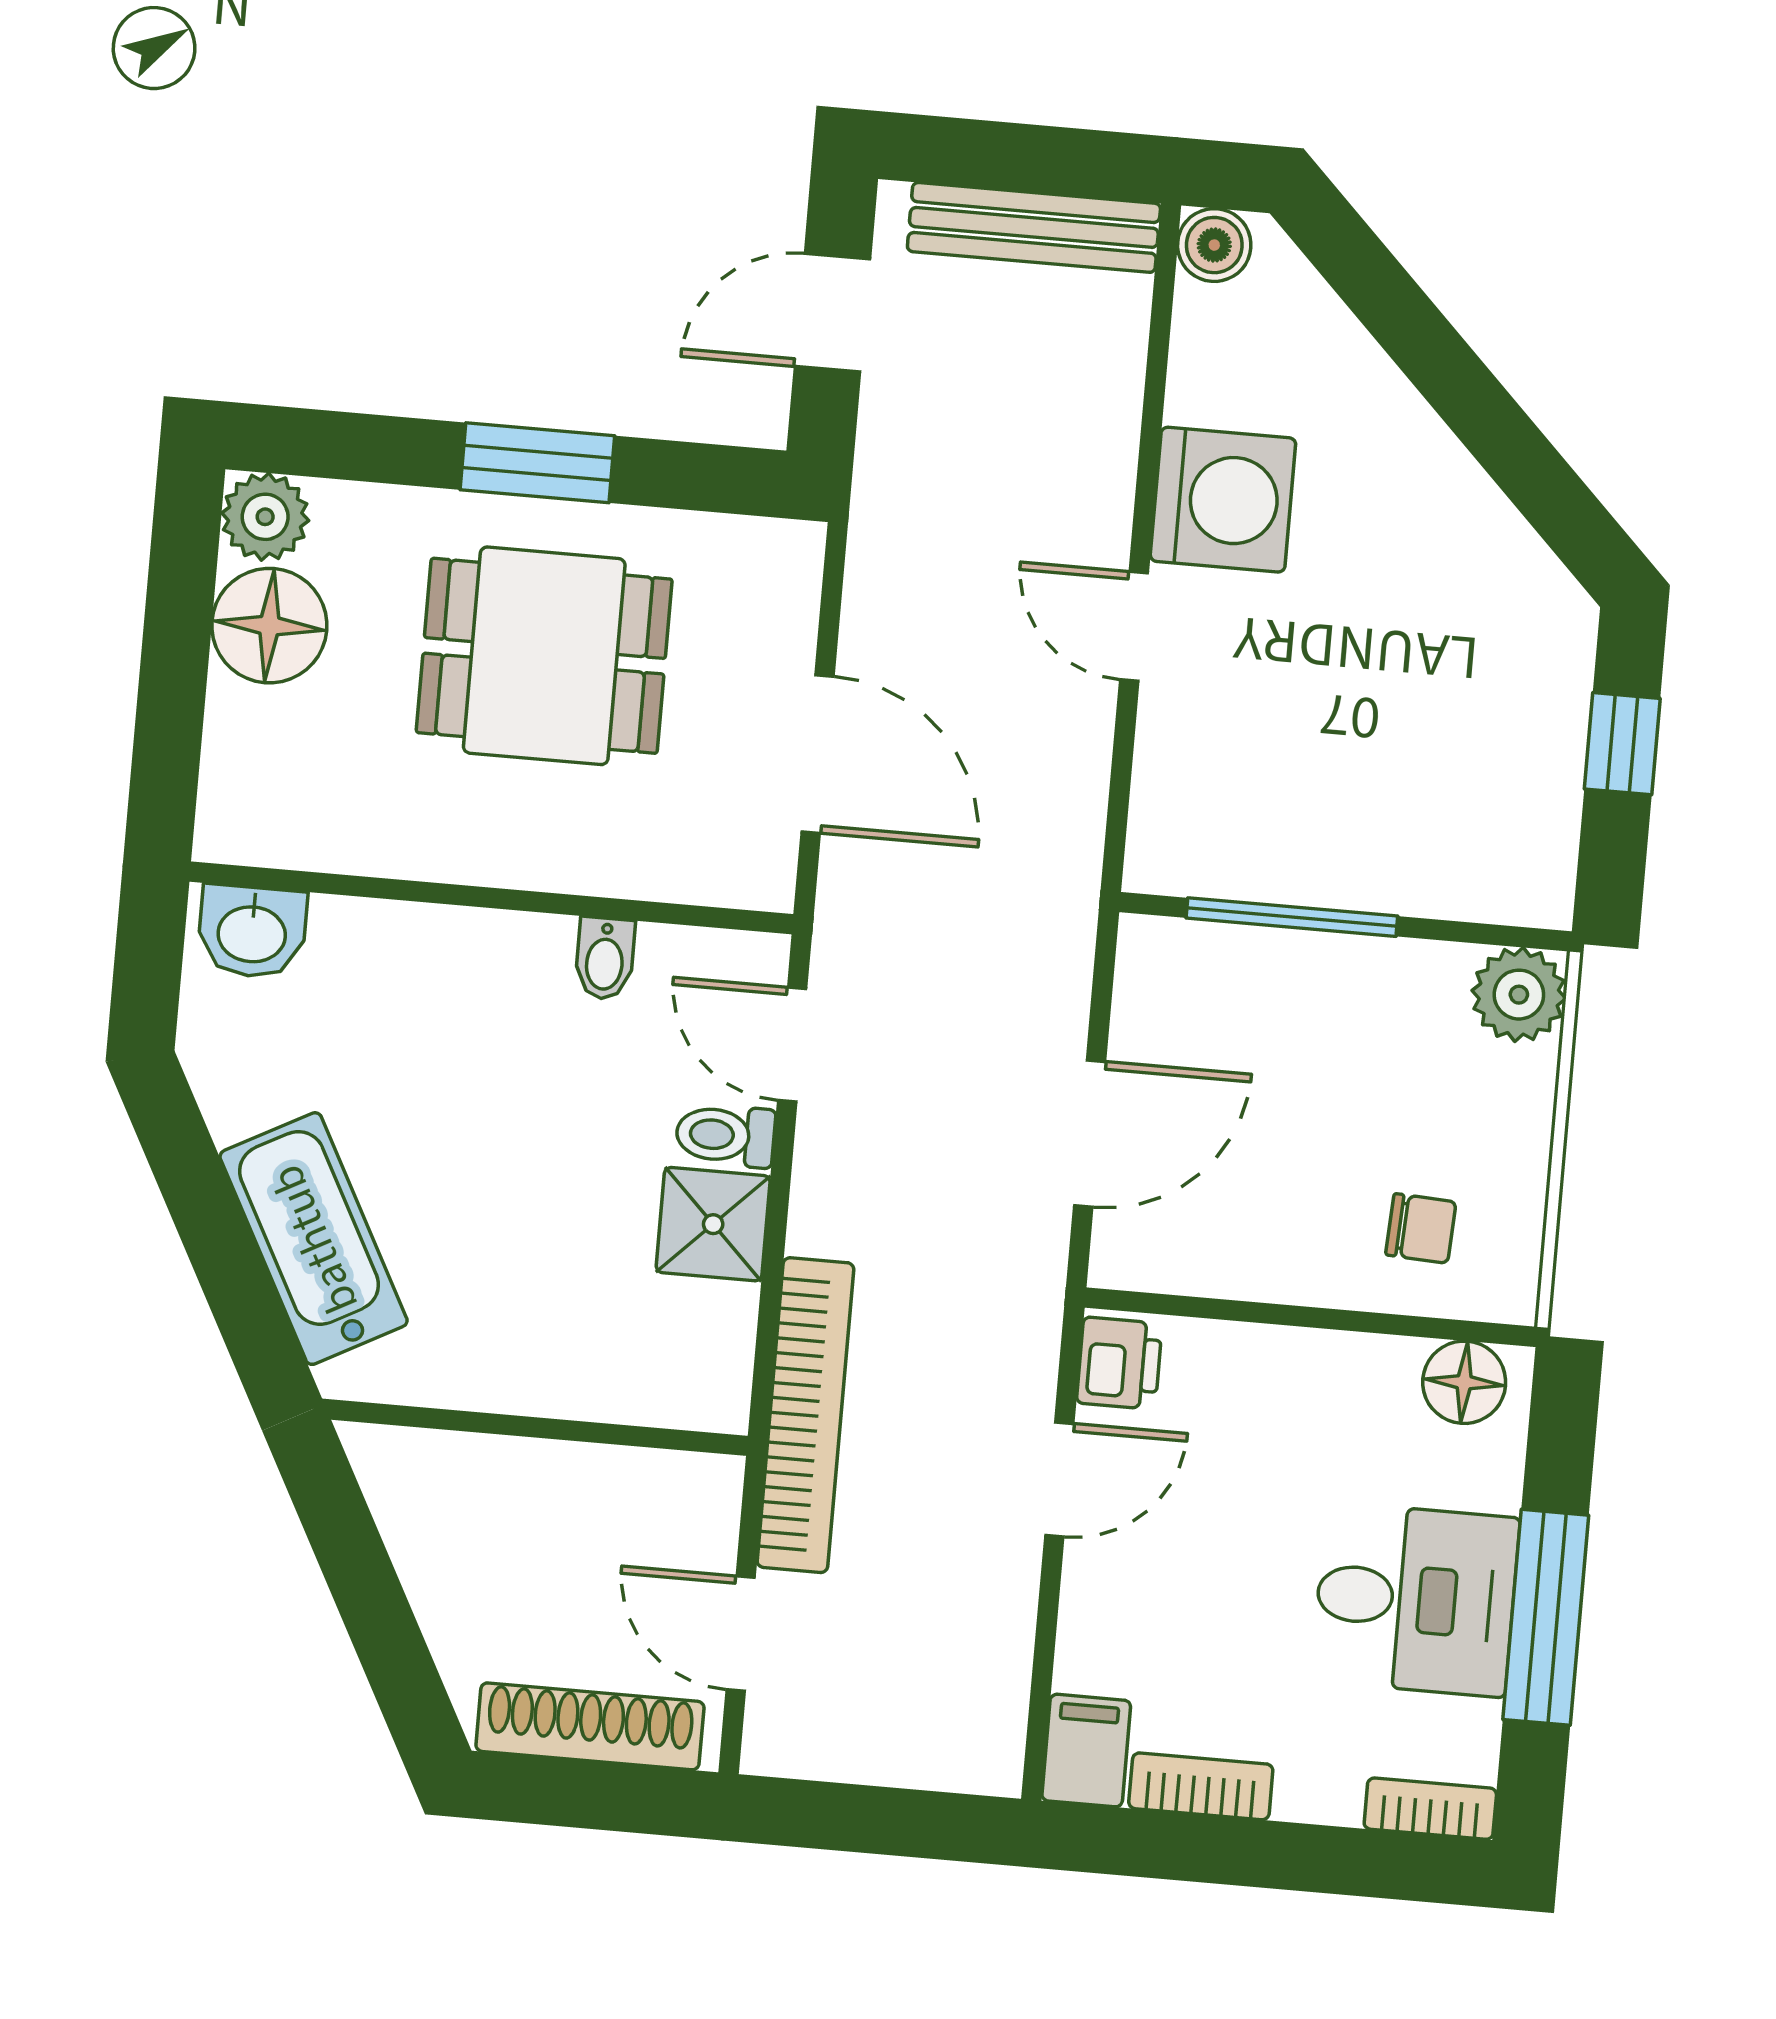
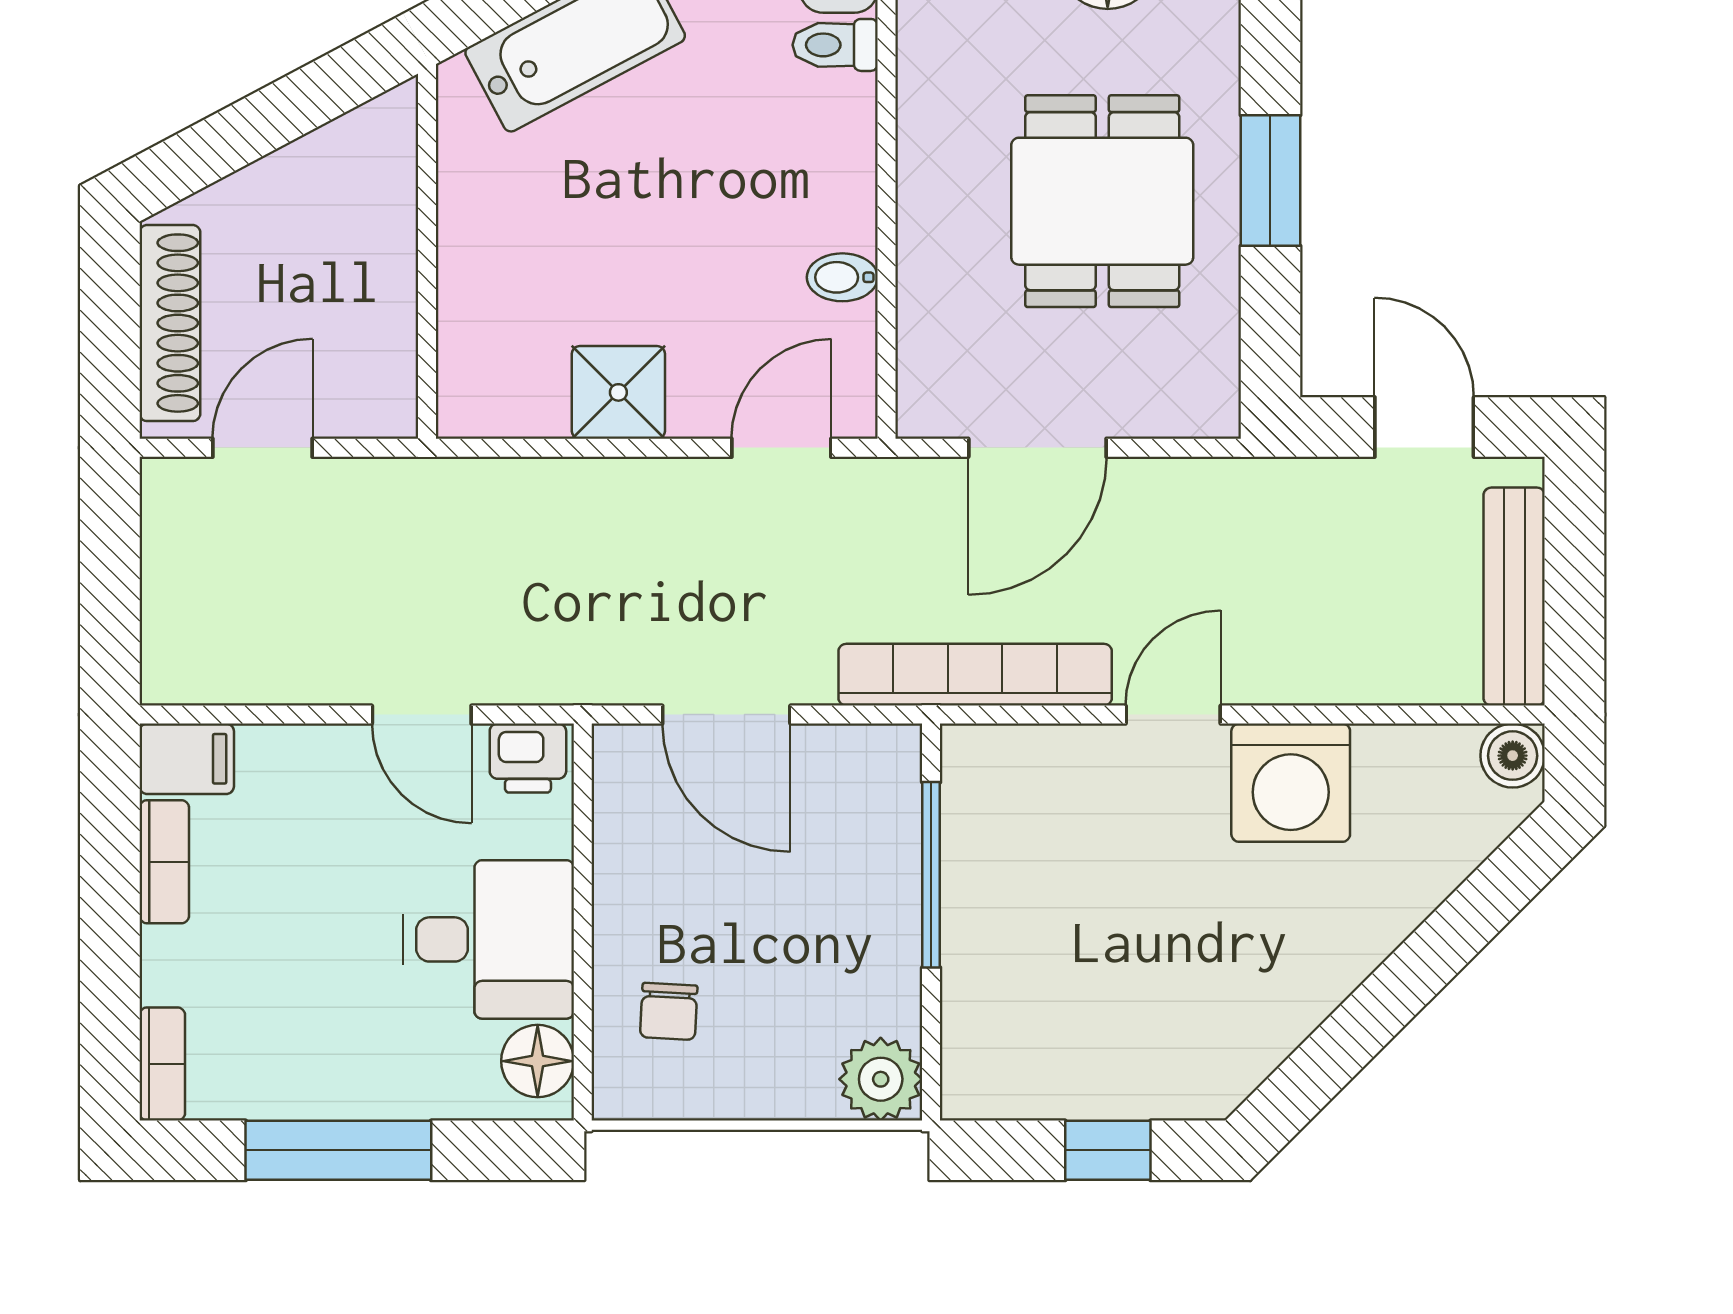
toilet: (725, 1135) -> (835, 45), moved, turned -90
bookcase: (805, 1415) -> (975, 675), moved, turned 180
desk: (1416, 1600) -> (488, 939), moved, turned -90

